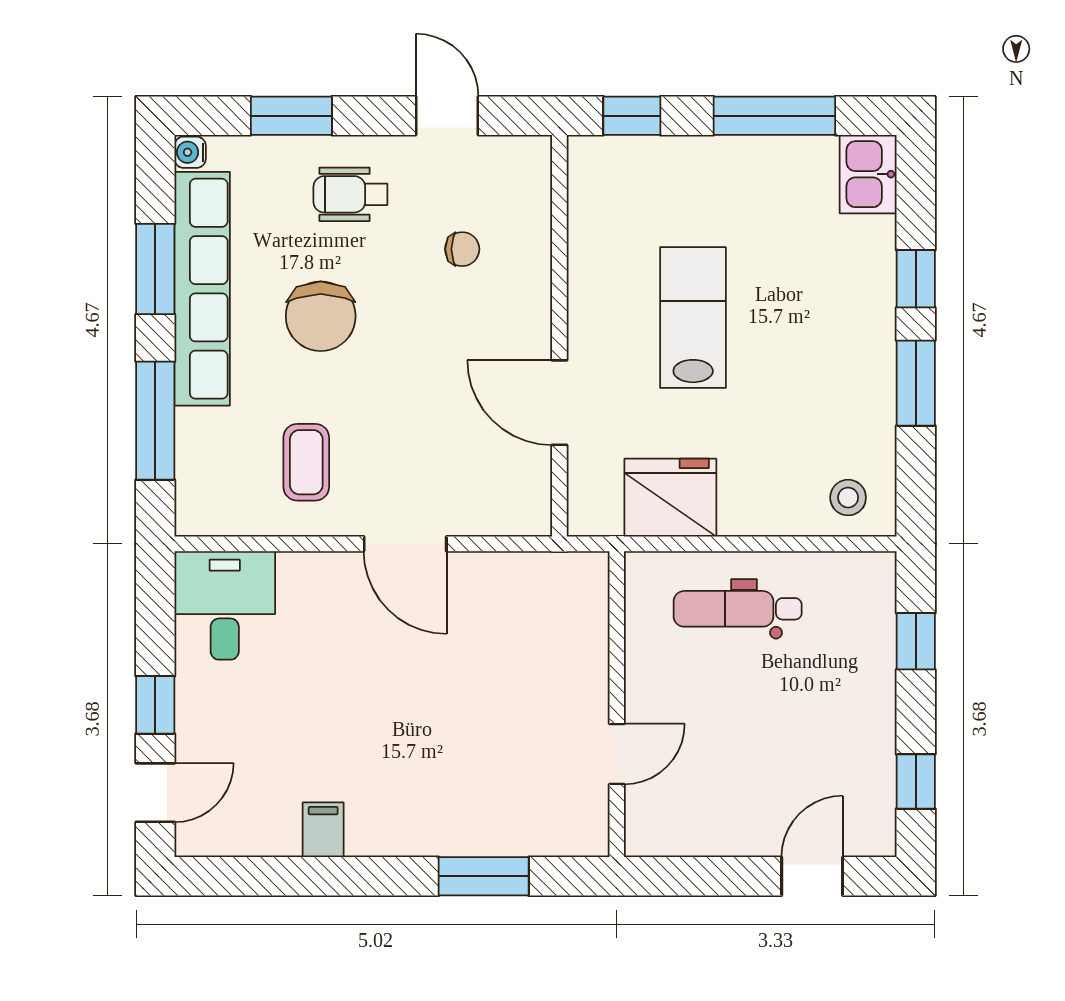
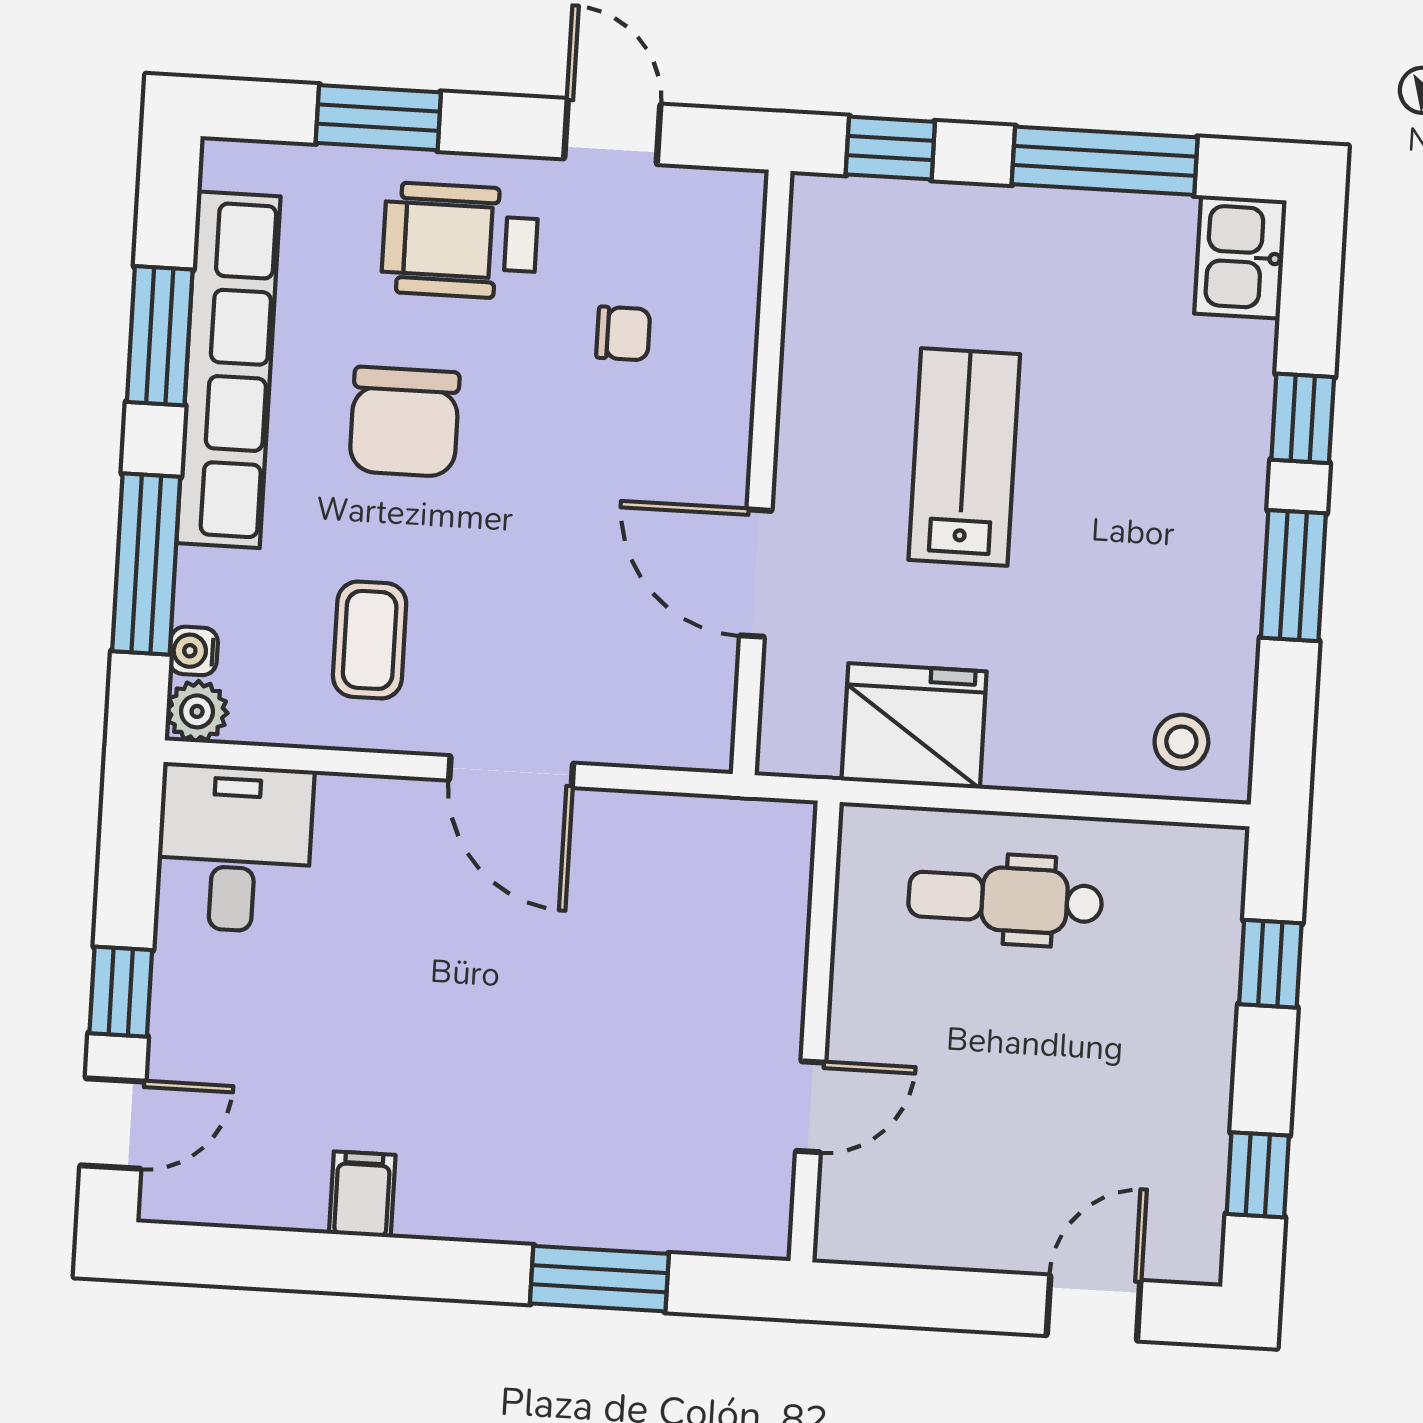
water cooler: (190, 152) -> (194, 651), moved
wheelchair: (350, 194) -> (460, 241), width x1.36, depth x1.37
plant: (195, 516) -> (197, 711), added

